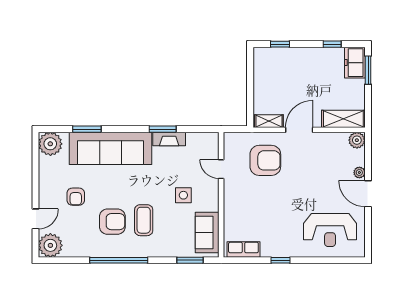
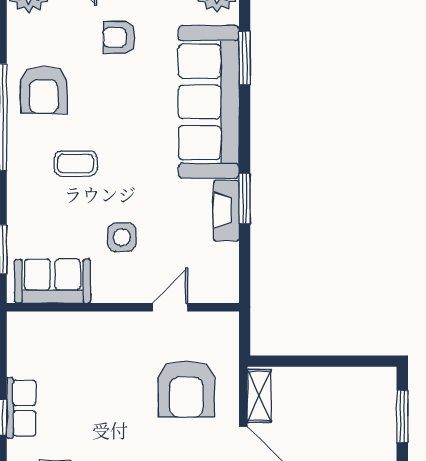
window: (280, 44) -> (402, 416), width x1.50
coffee table: (144, 220) -> (76, 163), width x0.73, depth x0.77
armchair: (112, 222) -> (44, 90), moved
row of seats: (243, 249) -> (21, 408), moved

